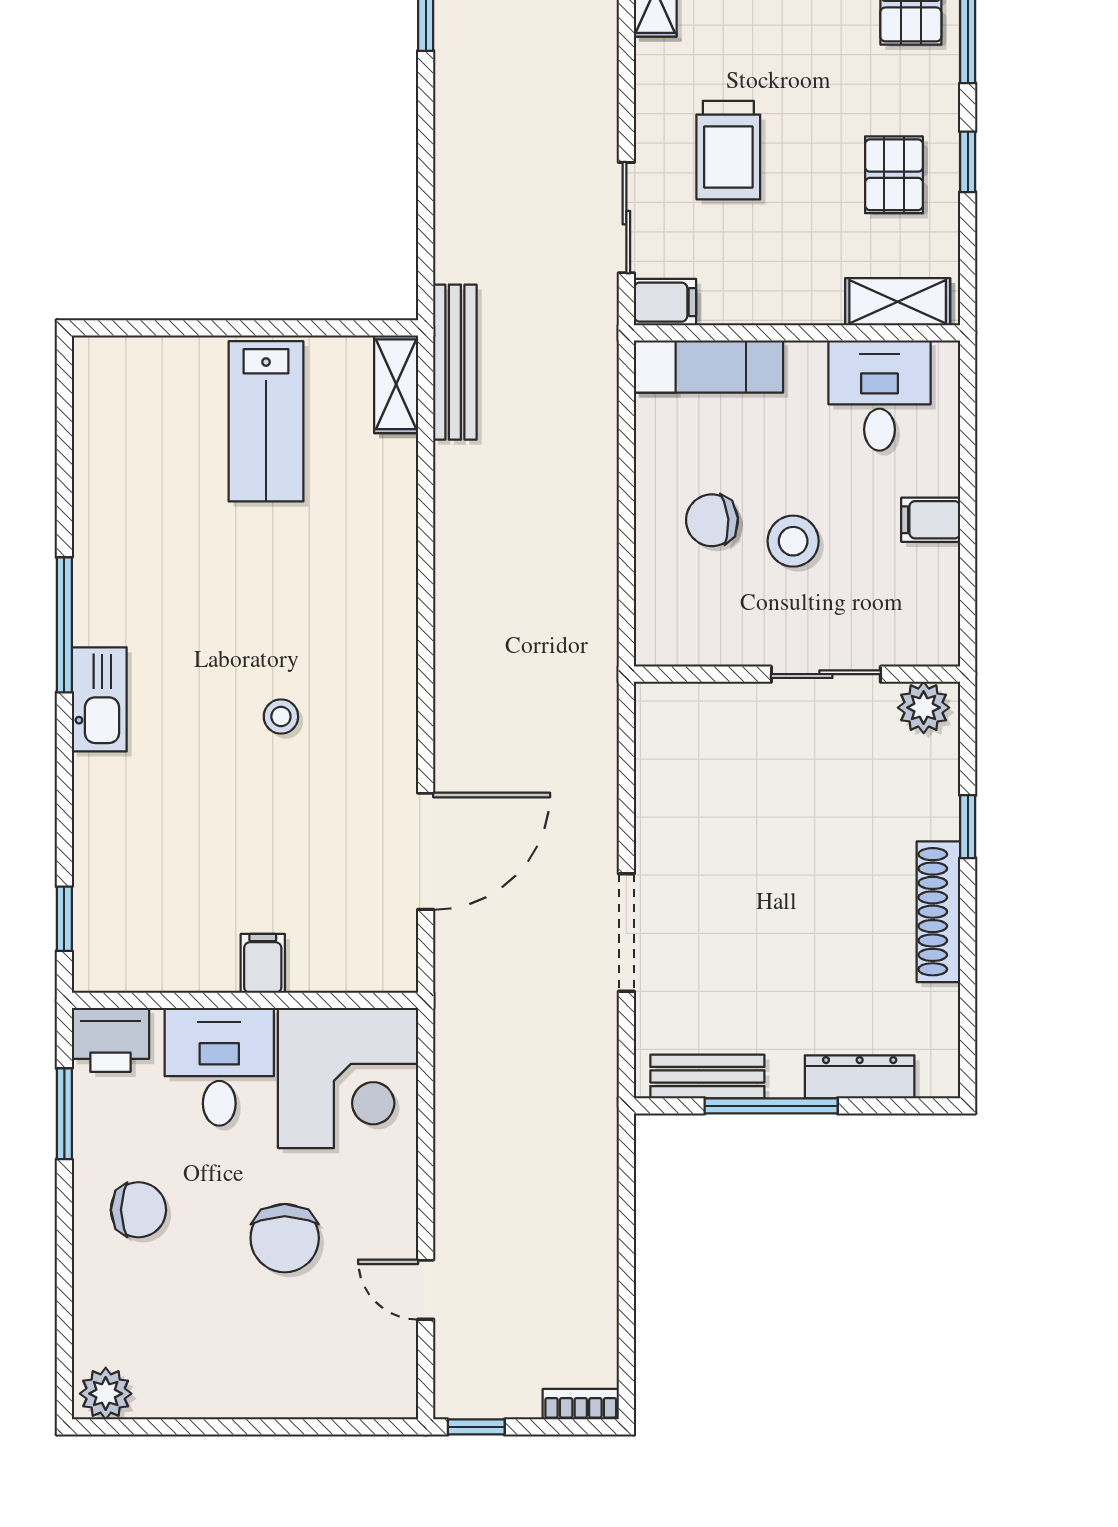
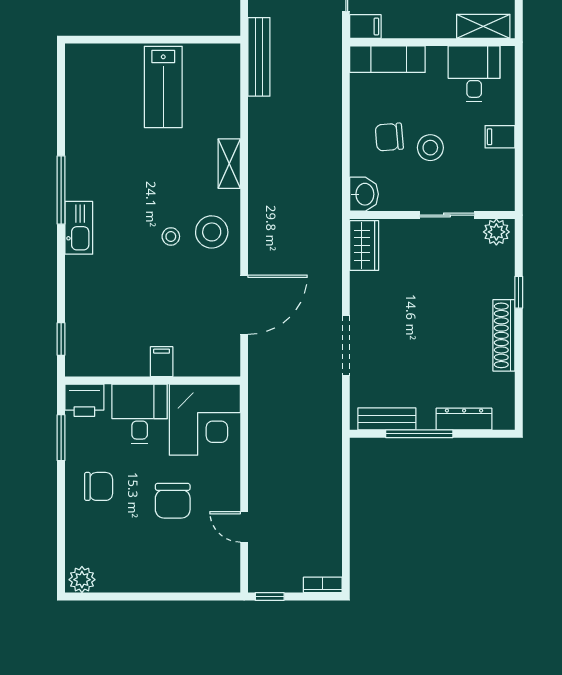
shelving: (396, 384) -> (229, 164), moved
washbasin: (662, 633) -> (364, 194), added
stool: (362, 708) -> (212, 232), added
wardrobe: (662, 734) -> (364, 245), added

